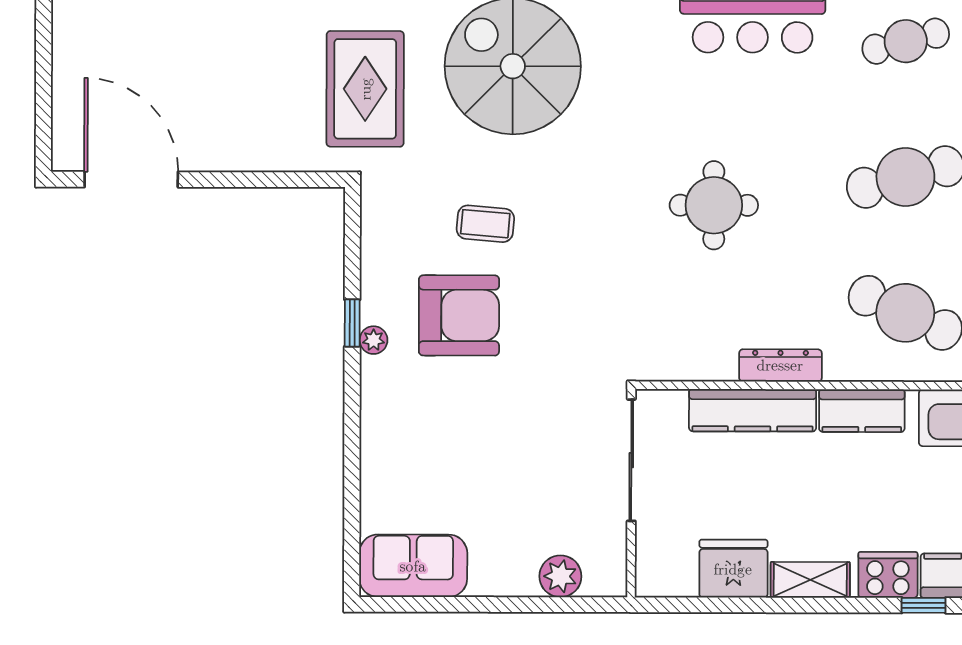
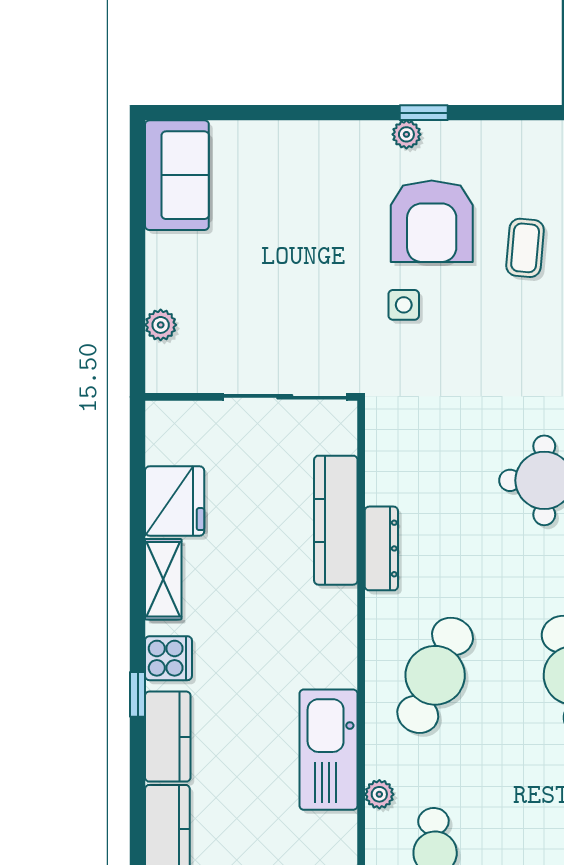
side table: (541, 343) -> (404, 305), added
kitchen counter: (862, 411) -> (336, 631), removed
cooker: (888, 575) -> (168, 658), width x0.73
plant: (560, 576) -> (161, 325), width x0.73, depth x0.73

